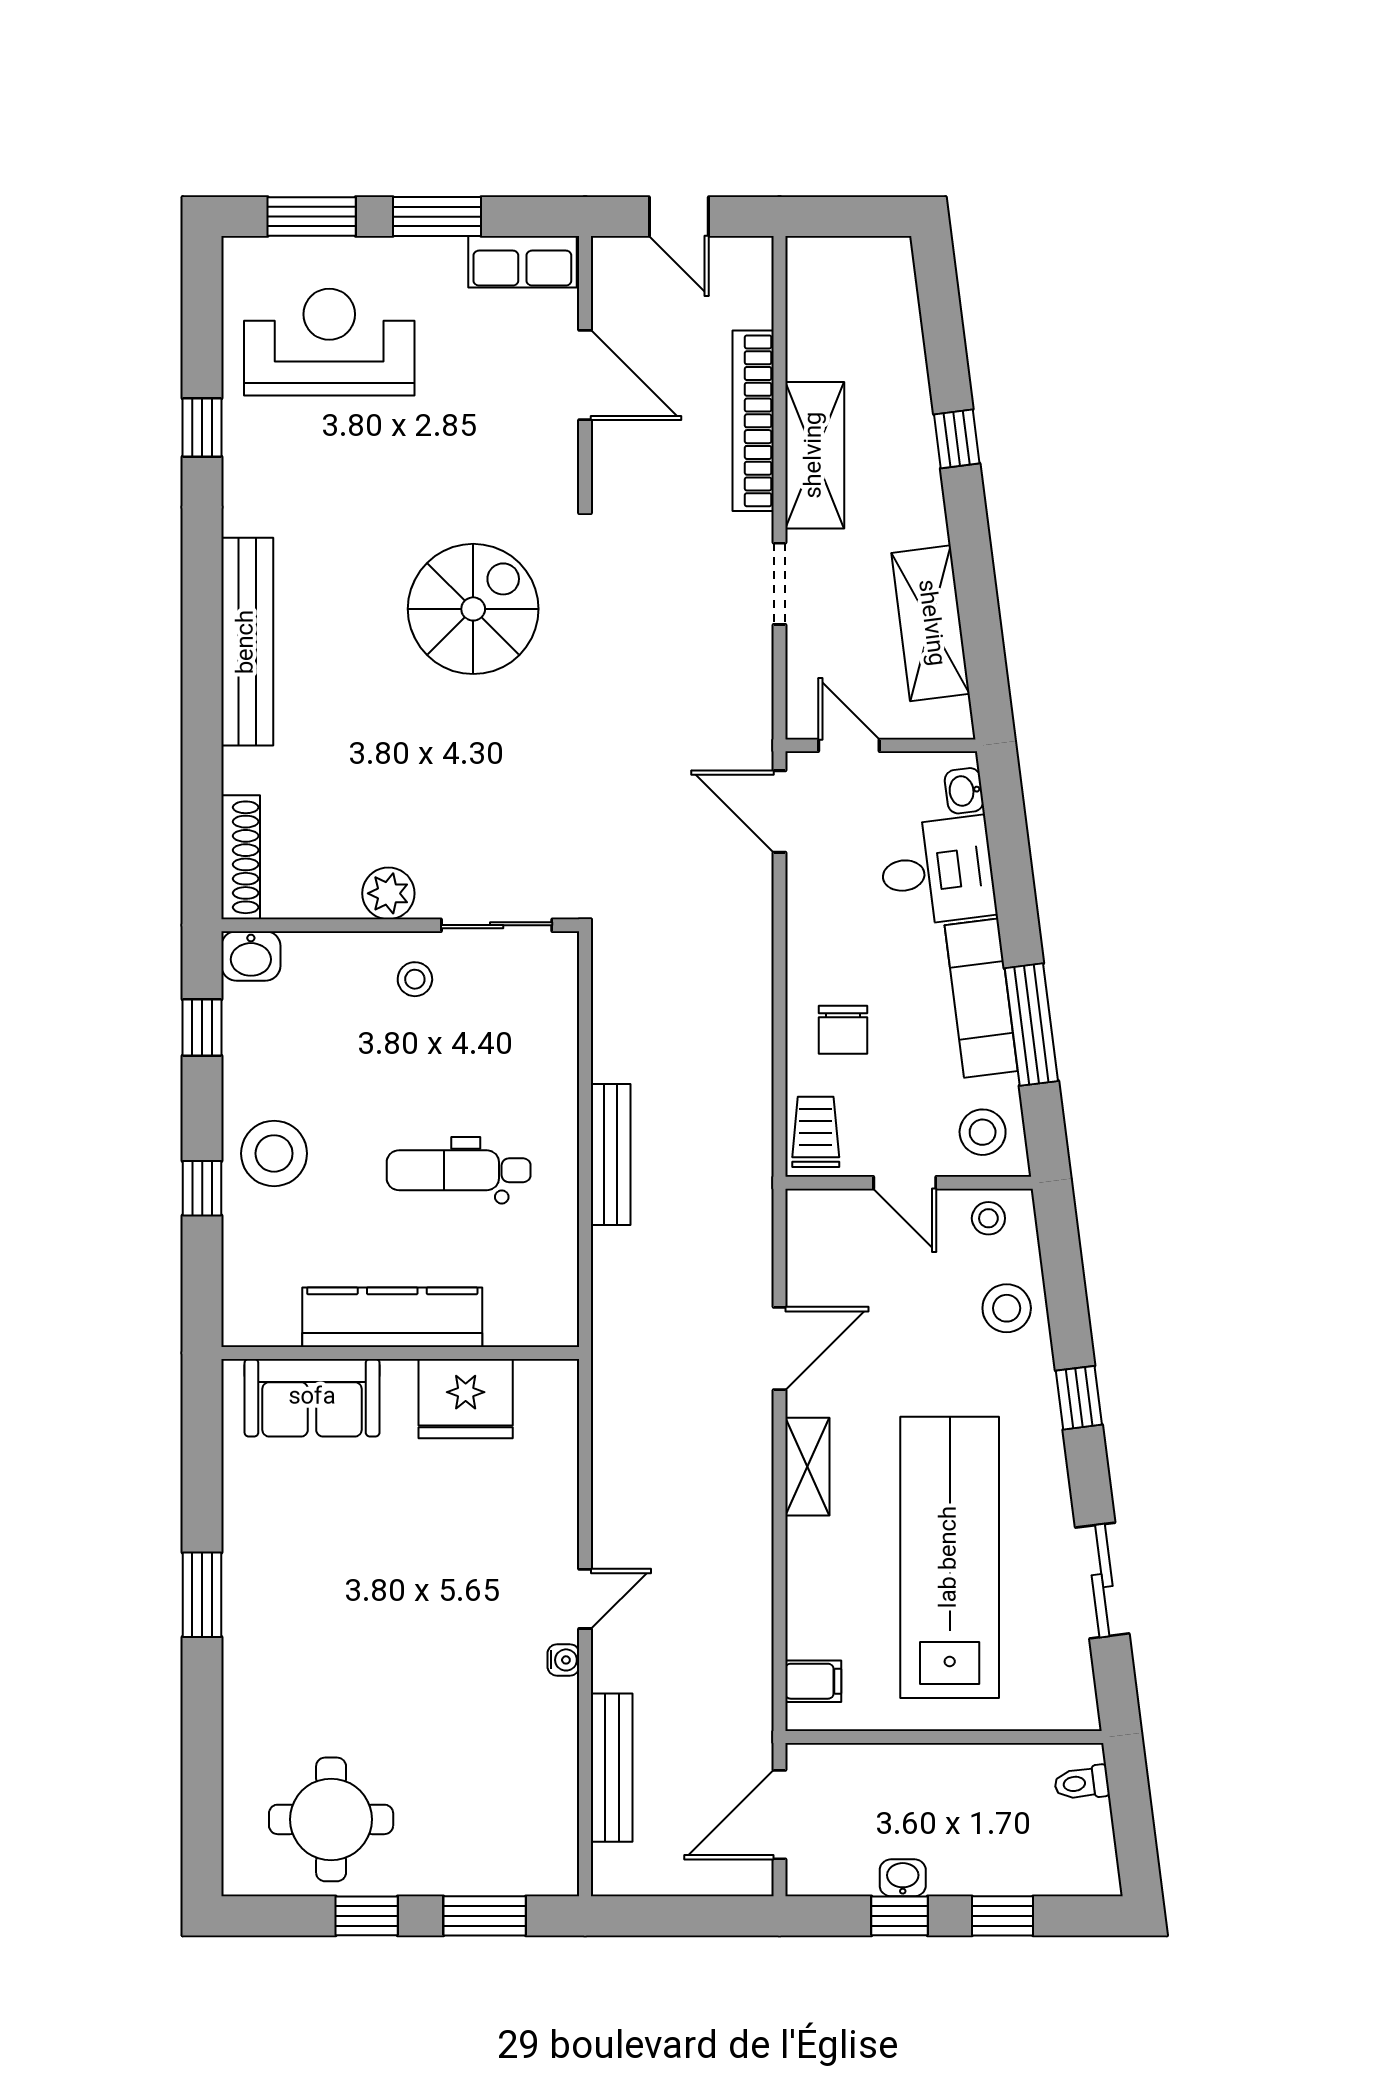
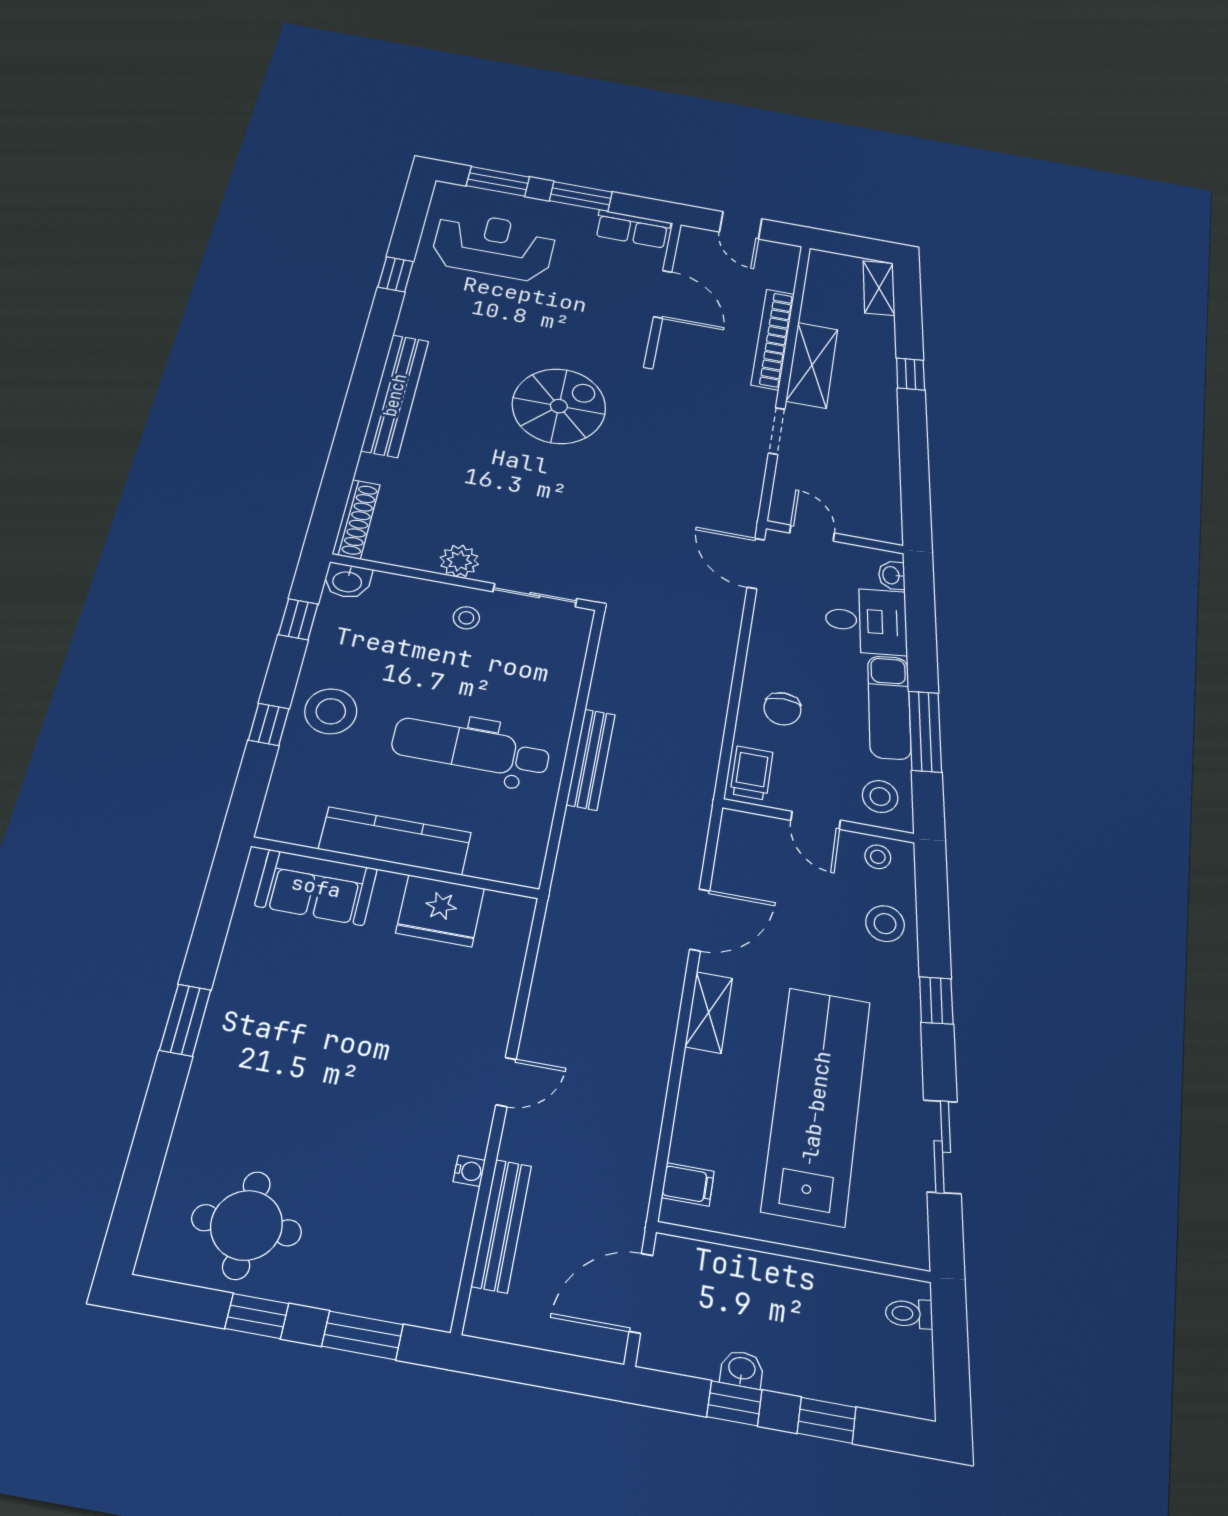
shelving: (930, 623) -> (879, 288), moved, width x0.67, depth x0.75
dental chair: (459, 1170) -> (471, 749), width x1.36, depth x1.38
water cooler: (563, 1660) -> (469, 1171), moved

